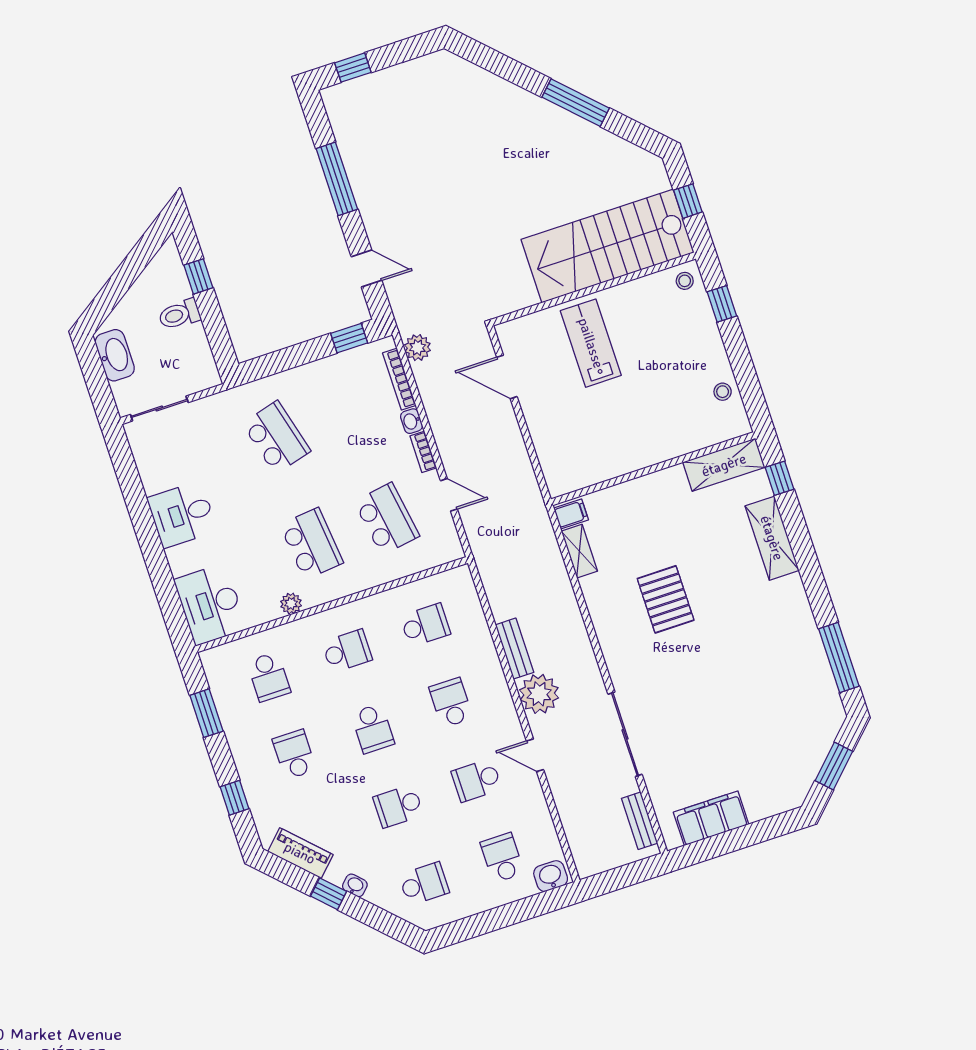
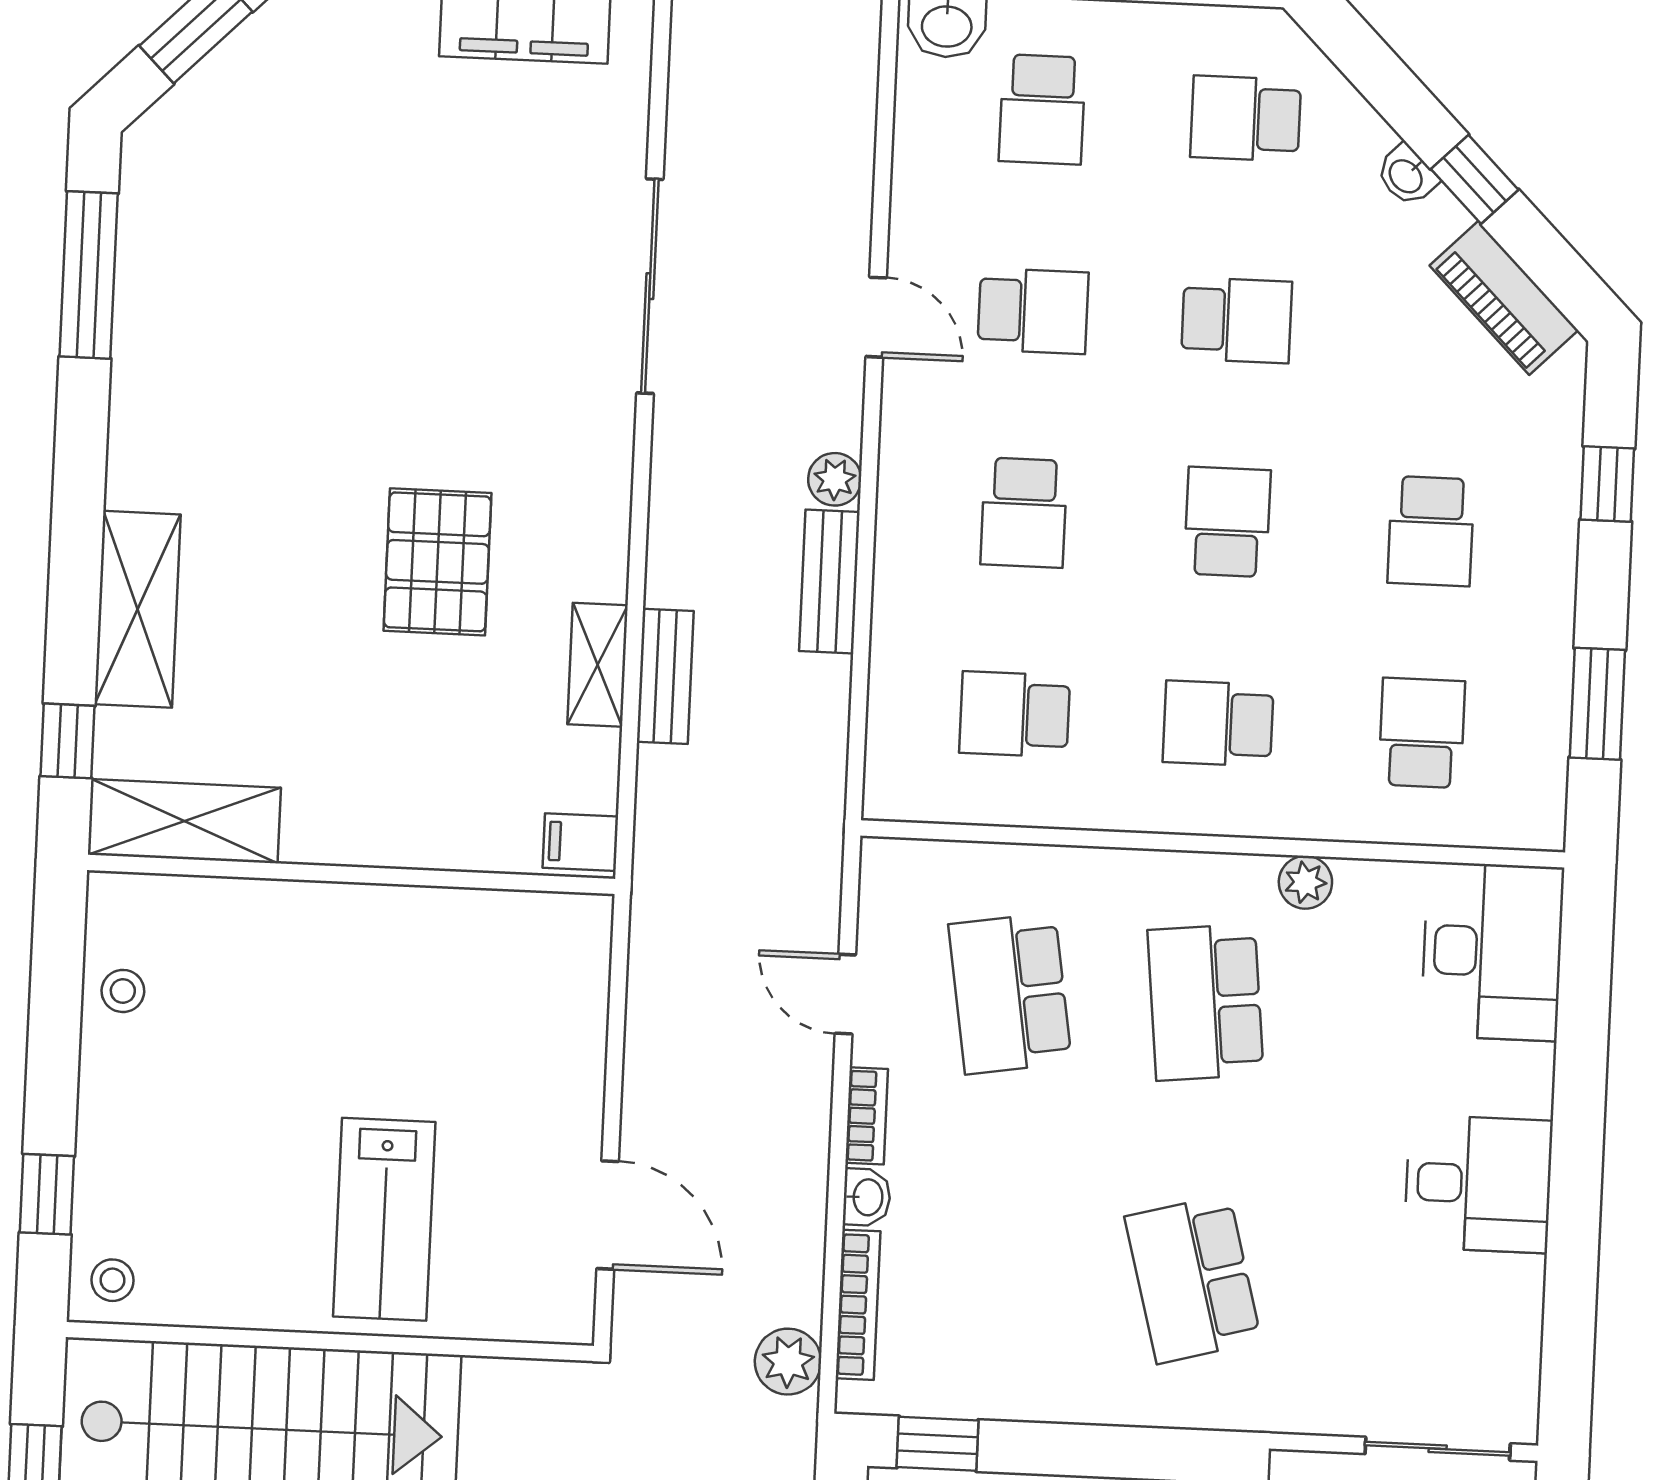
shelving: (579, 551) -> (598, 665), moved
plant: (539, 694) -> (835, 479), width x0.53, depth x0.53
bench: (640, 821) -> (665, 676), moved

